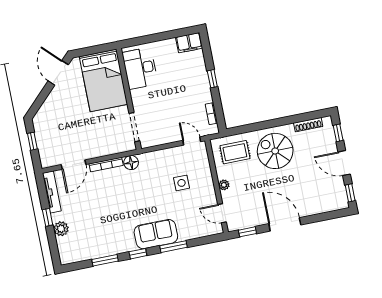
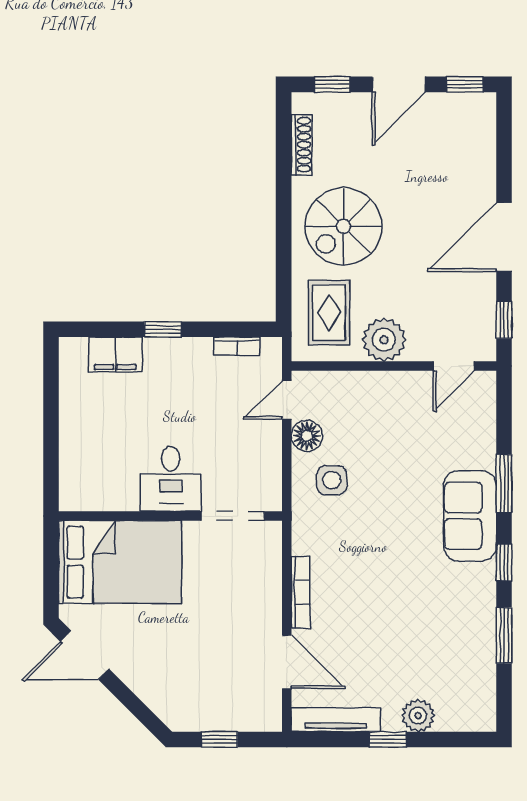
filing cabinet: (189, 43) -> (115, 355), moved, turned 90
desk: (140, 68) -> (171, 479), moved, width x0.73
floor lamp: (131, 163) -> (307, 436), moved
side table: (182, 183) -> (332, 480), moved
plant: (224, 185) -> (384, 340), width x1.88, depth x1.88

